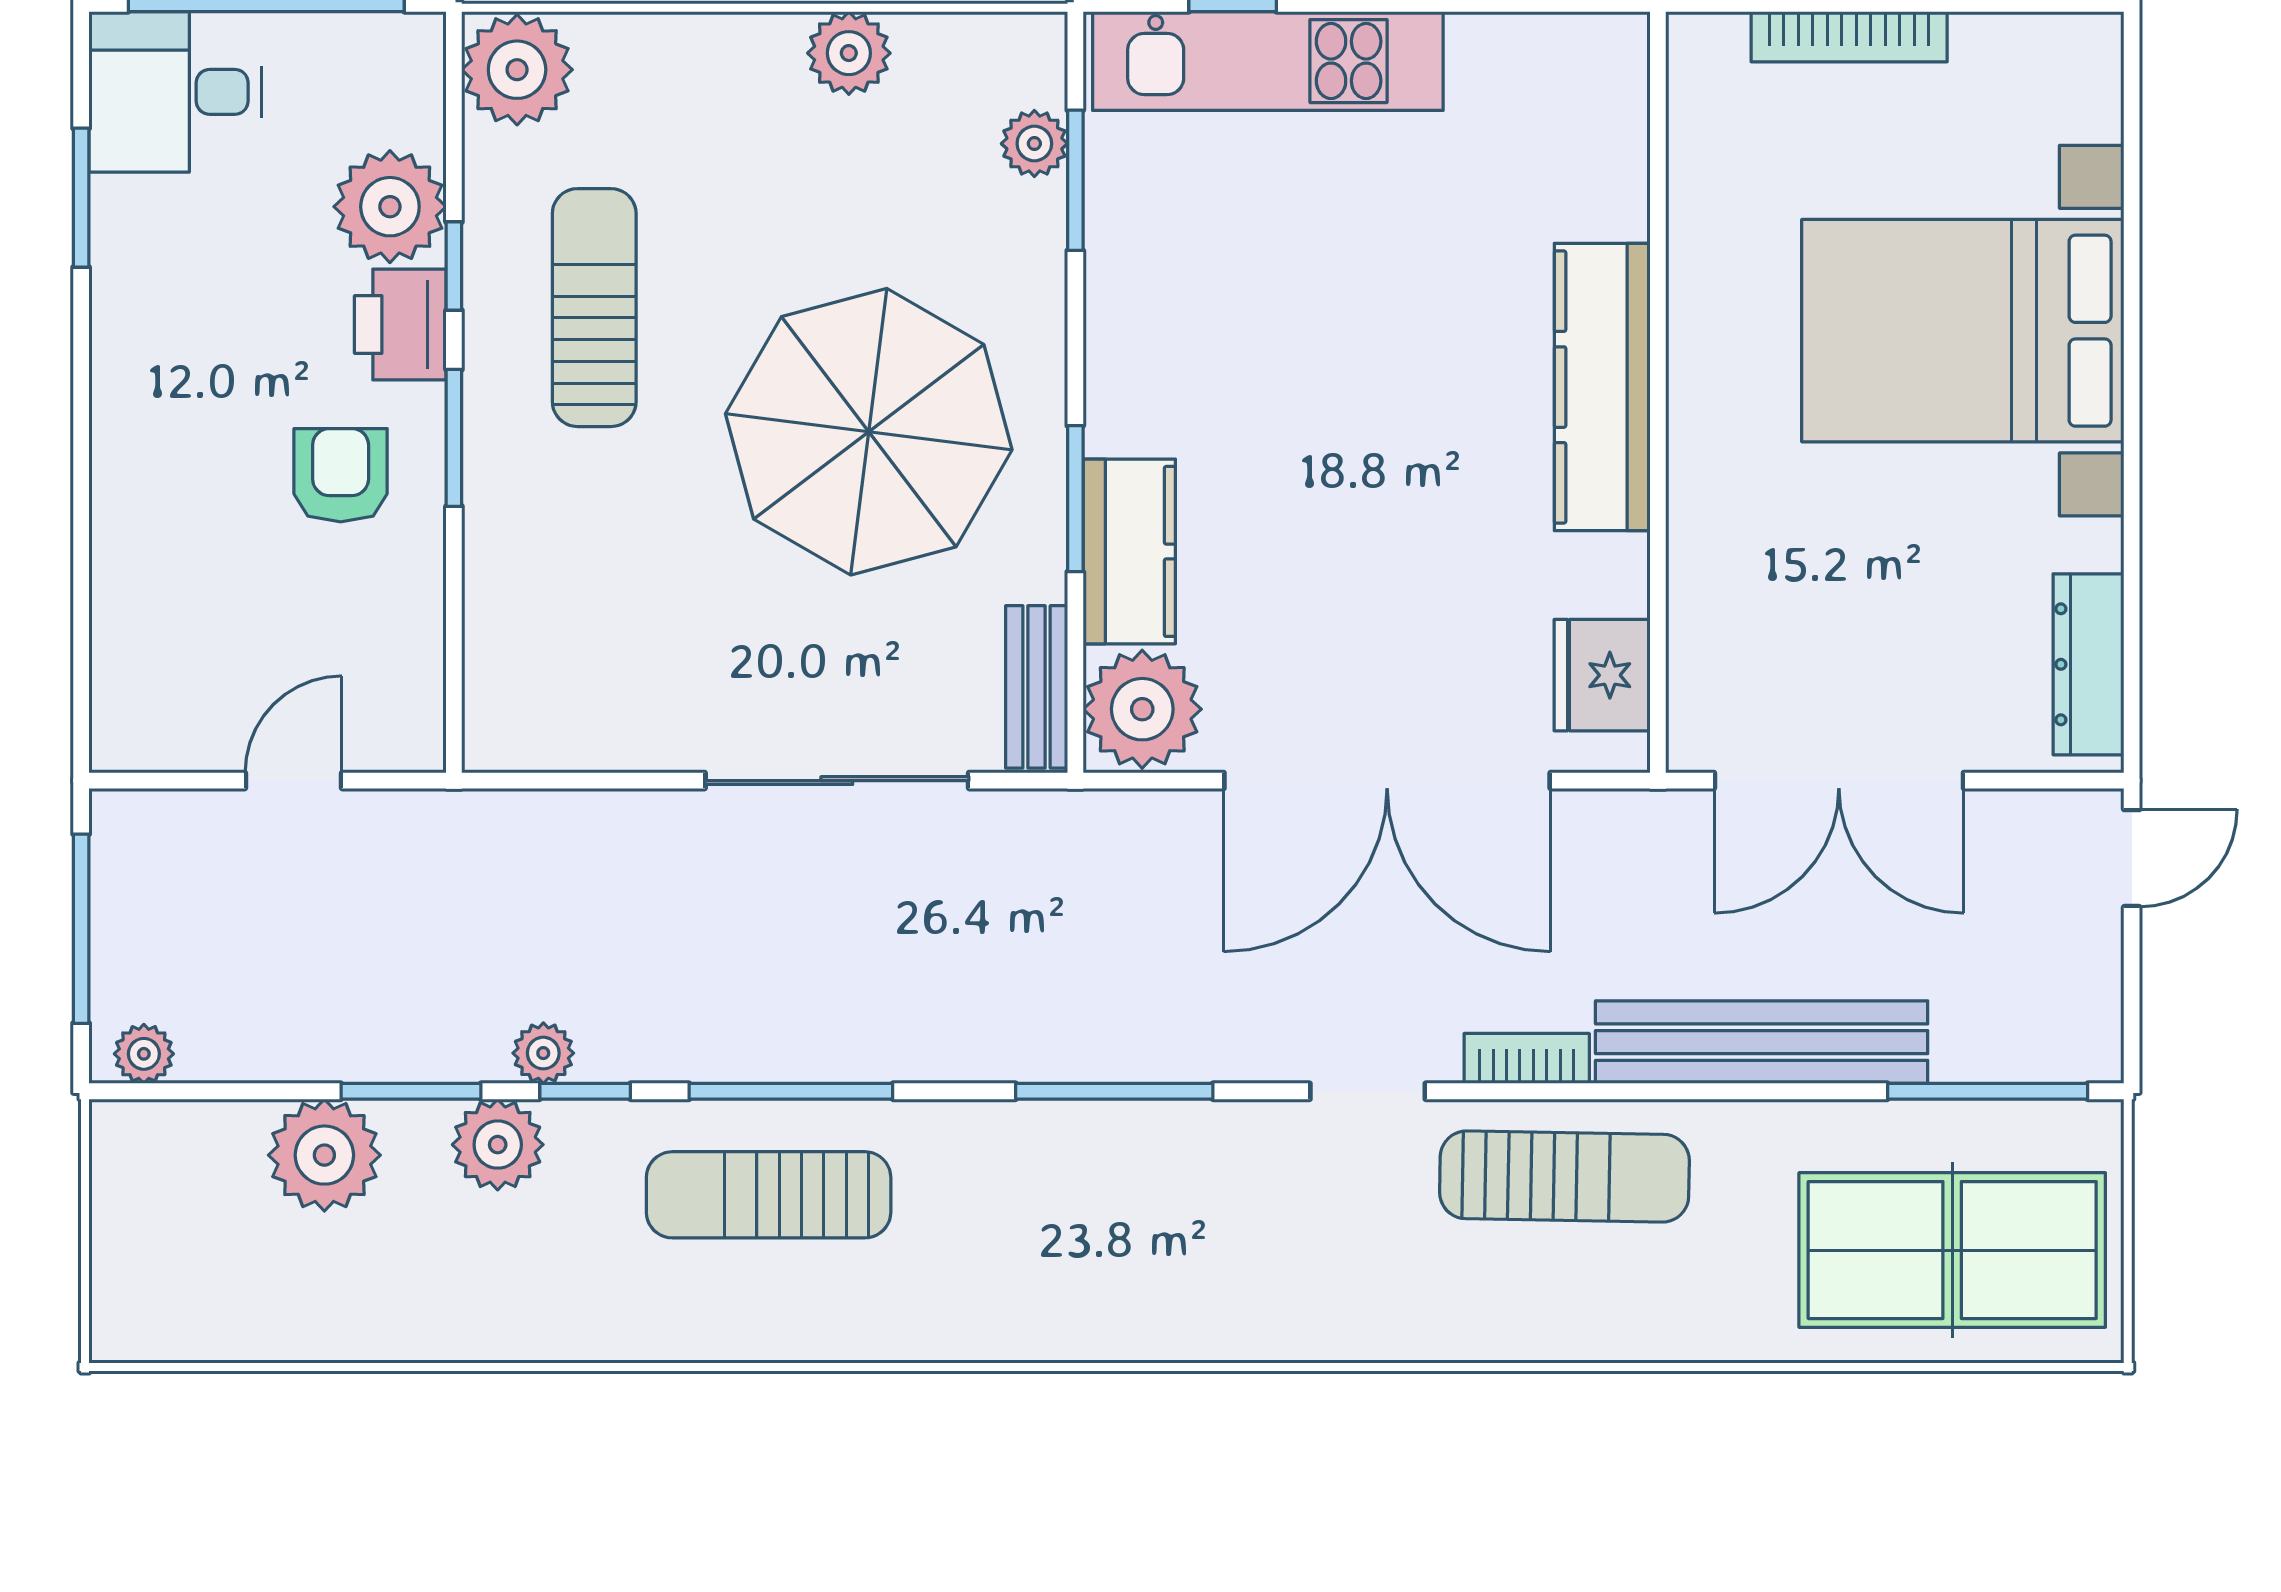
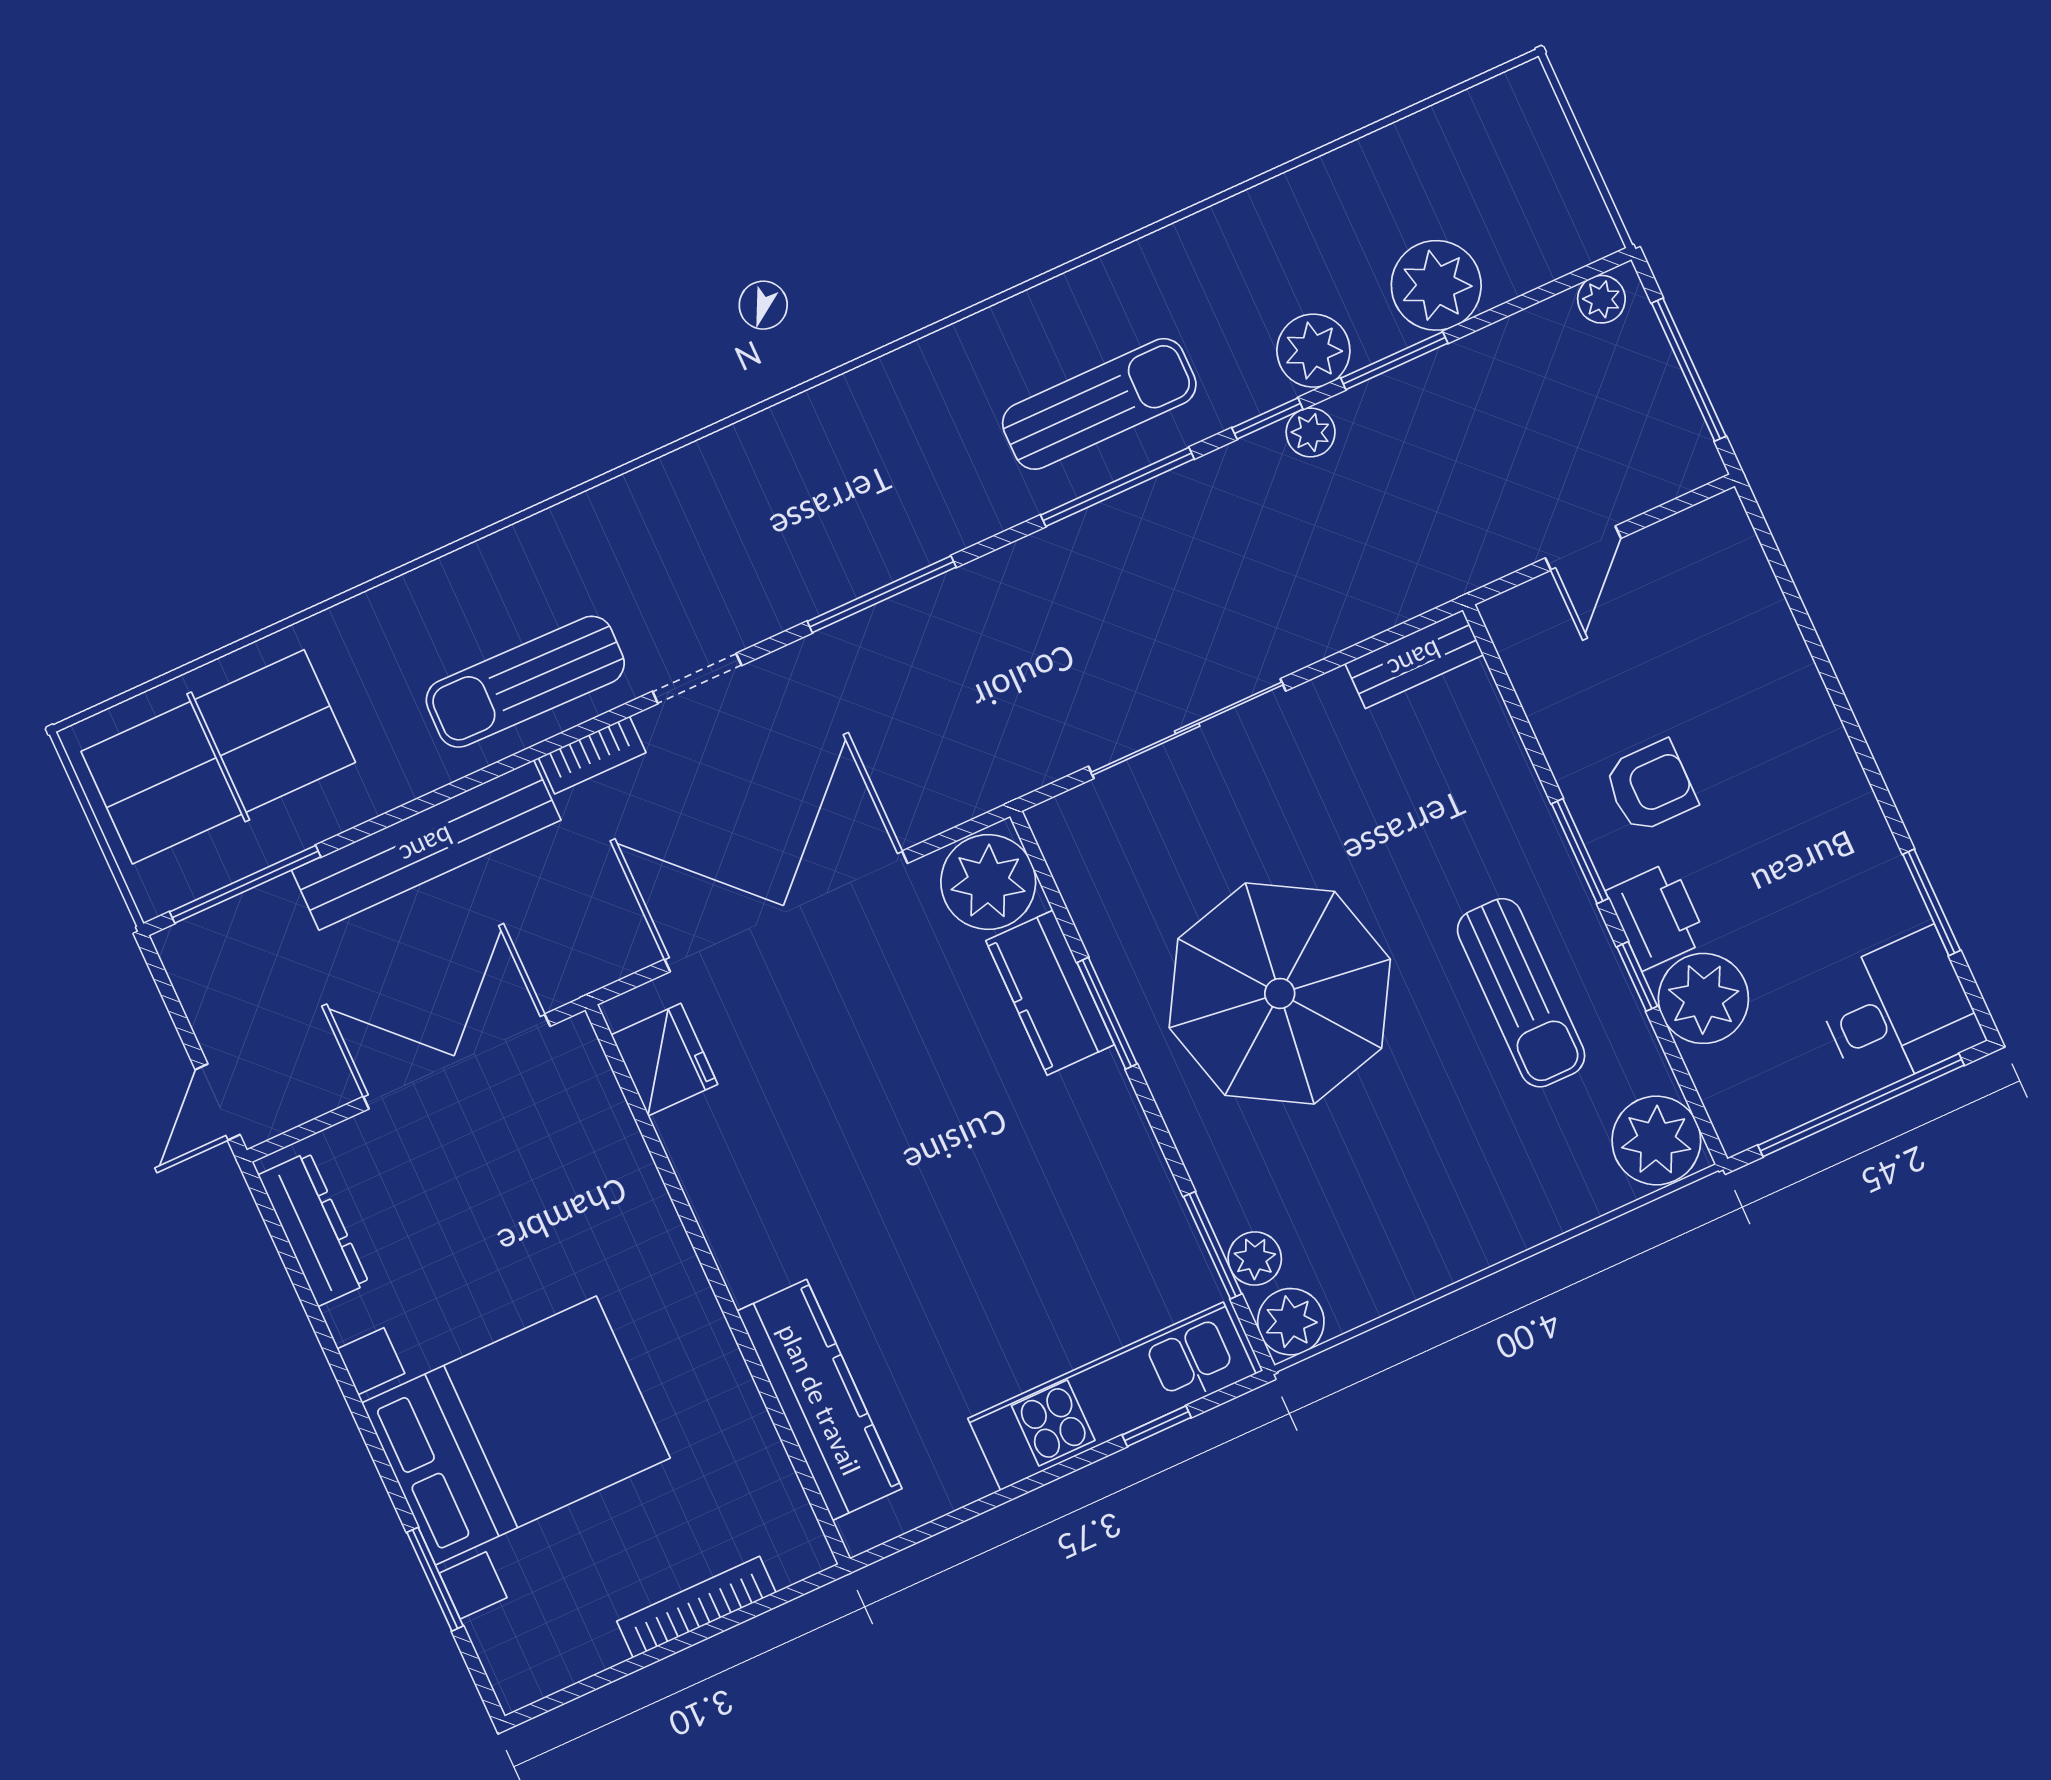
plant: (849, 53) -> (1291, 1322), moved
window: (2132, 204) -> (435, 1579), added
kitchen counter: (1602, 387) -> (819, 1400), moved
armchair: (341, 475) -> (1650, 786), turned -90
bench: (1037, 687) -> (1414, 659), moved, turned 90

